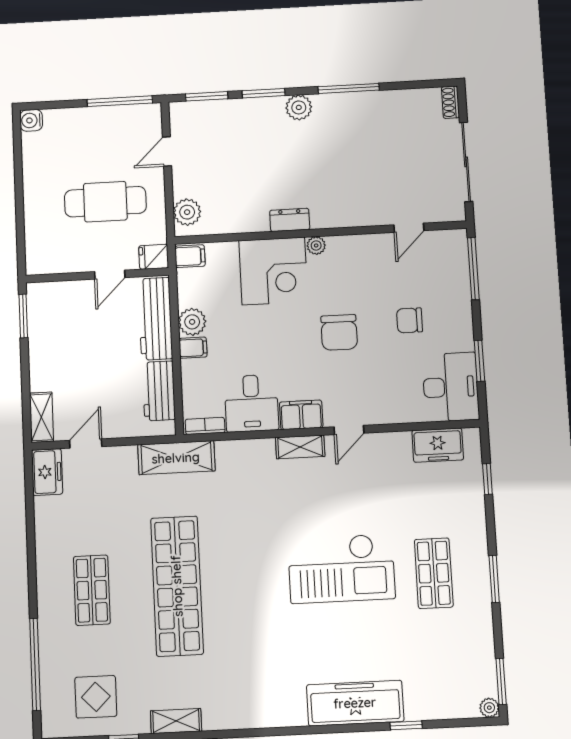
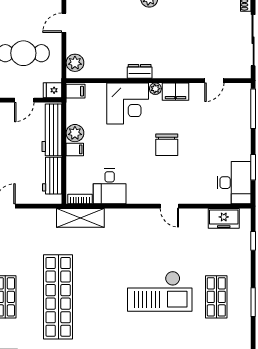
chair: (410, 320) -> (211, 139), removed
filing cabinet: (301, 415) -> (176, 92), moved, turned 180
door: (349, 430) -> (169, 206), hinge flipped
shelving: (300, 447) -> (139, 215), removed
shelving: (176, 458) -> (80, 218), moved

